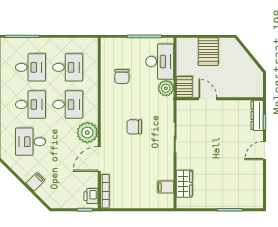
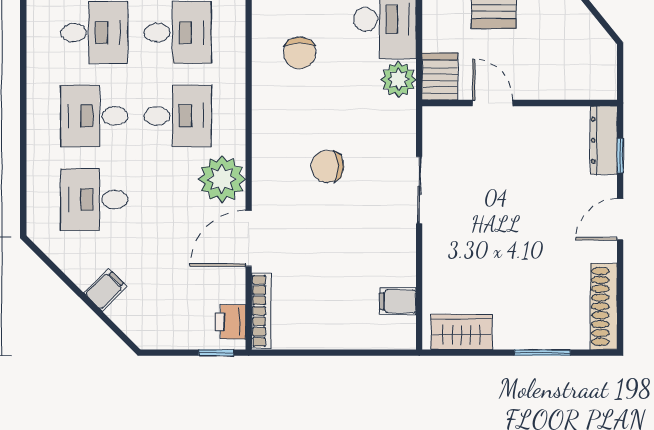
desk: (30, 105) -> (94, 116), turned 180
wardrobe: (184, 184) -> (461, 332), moved, turned -90
shoe rack: (257, 189) -> (604, 306), added

